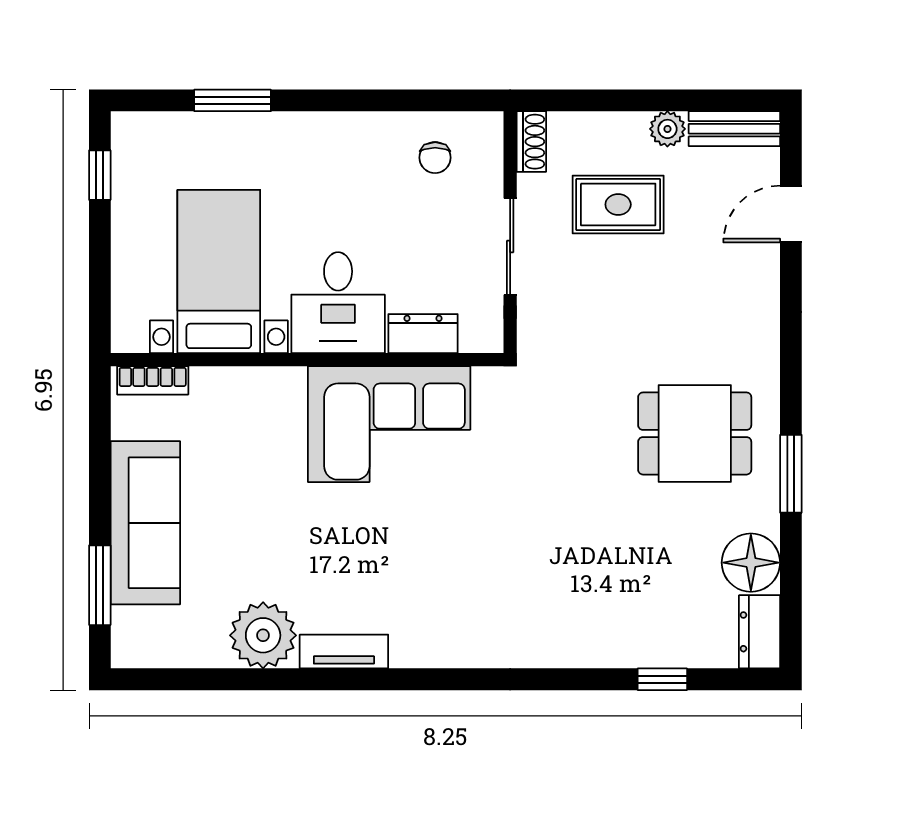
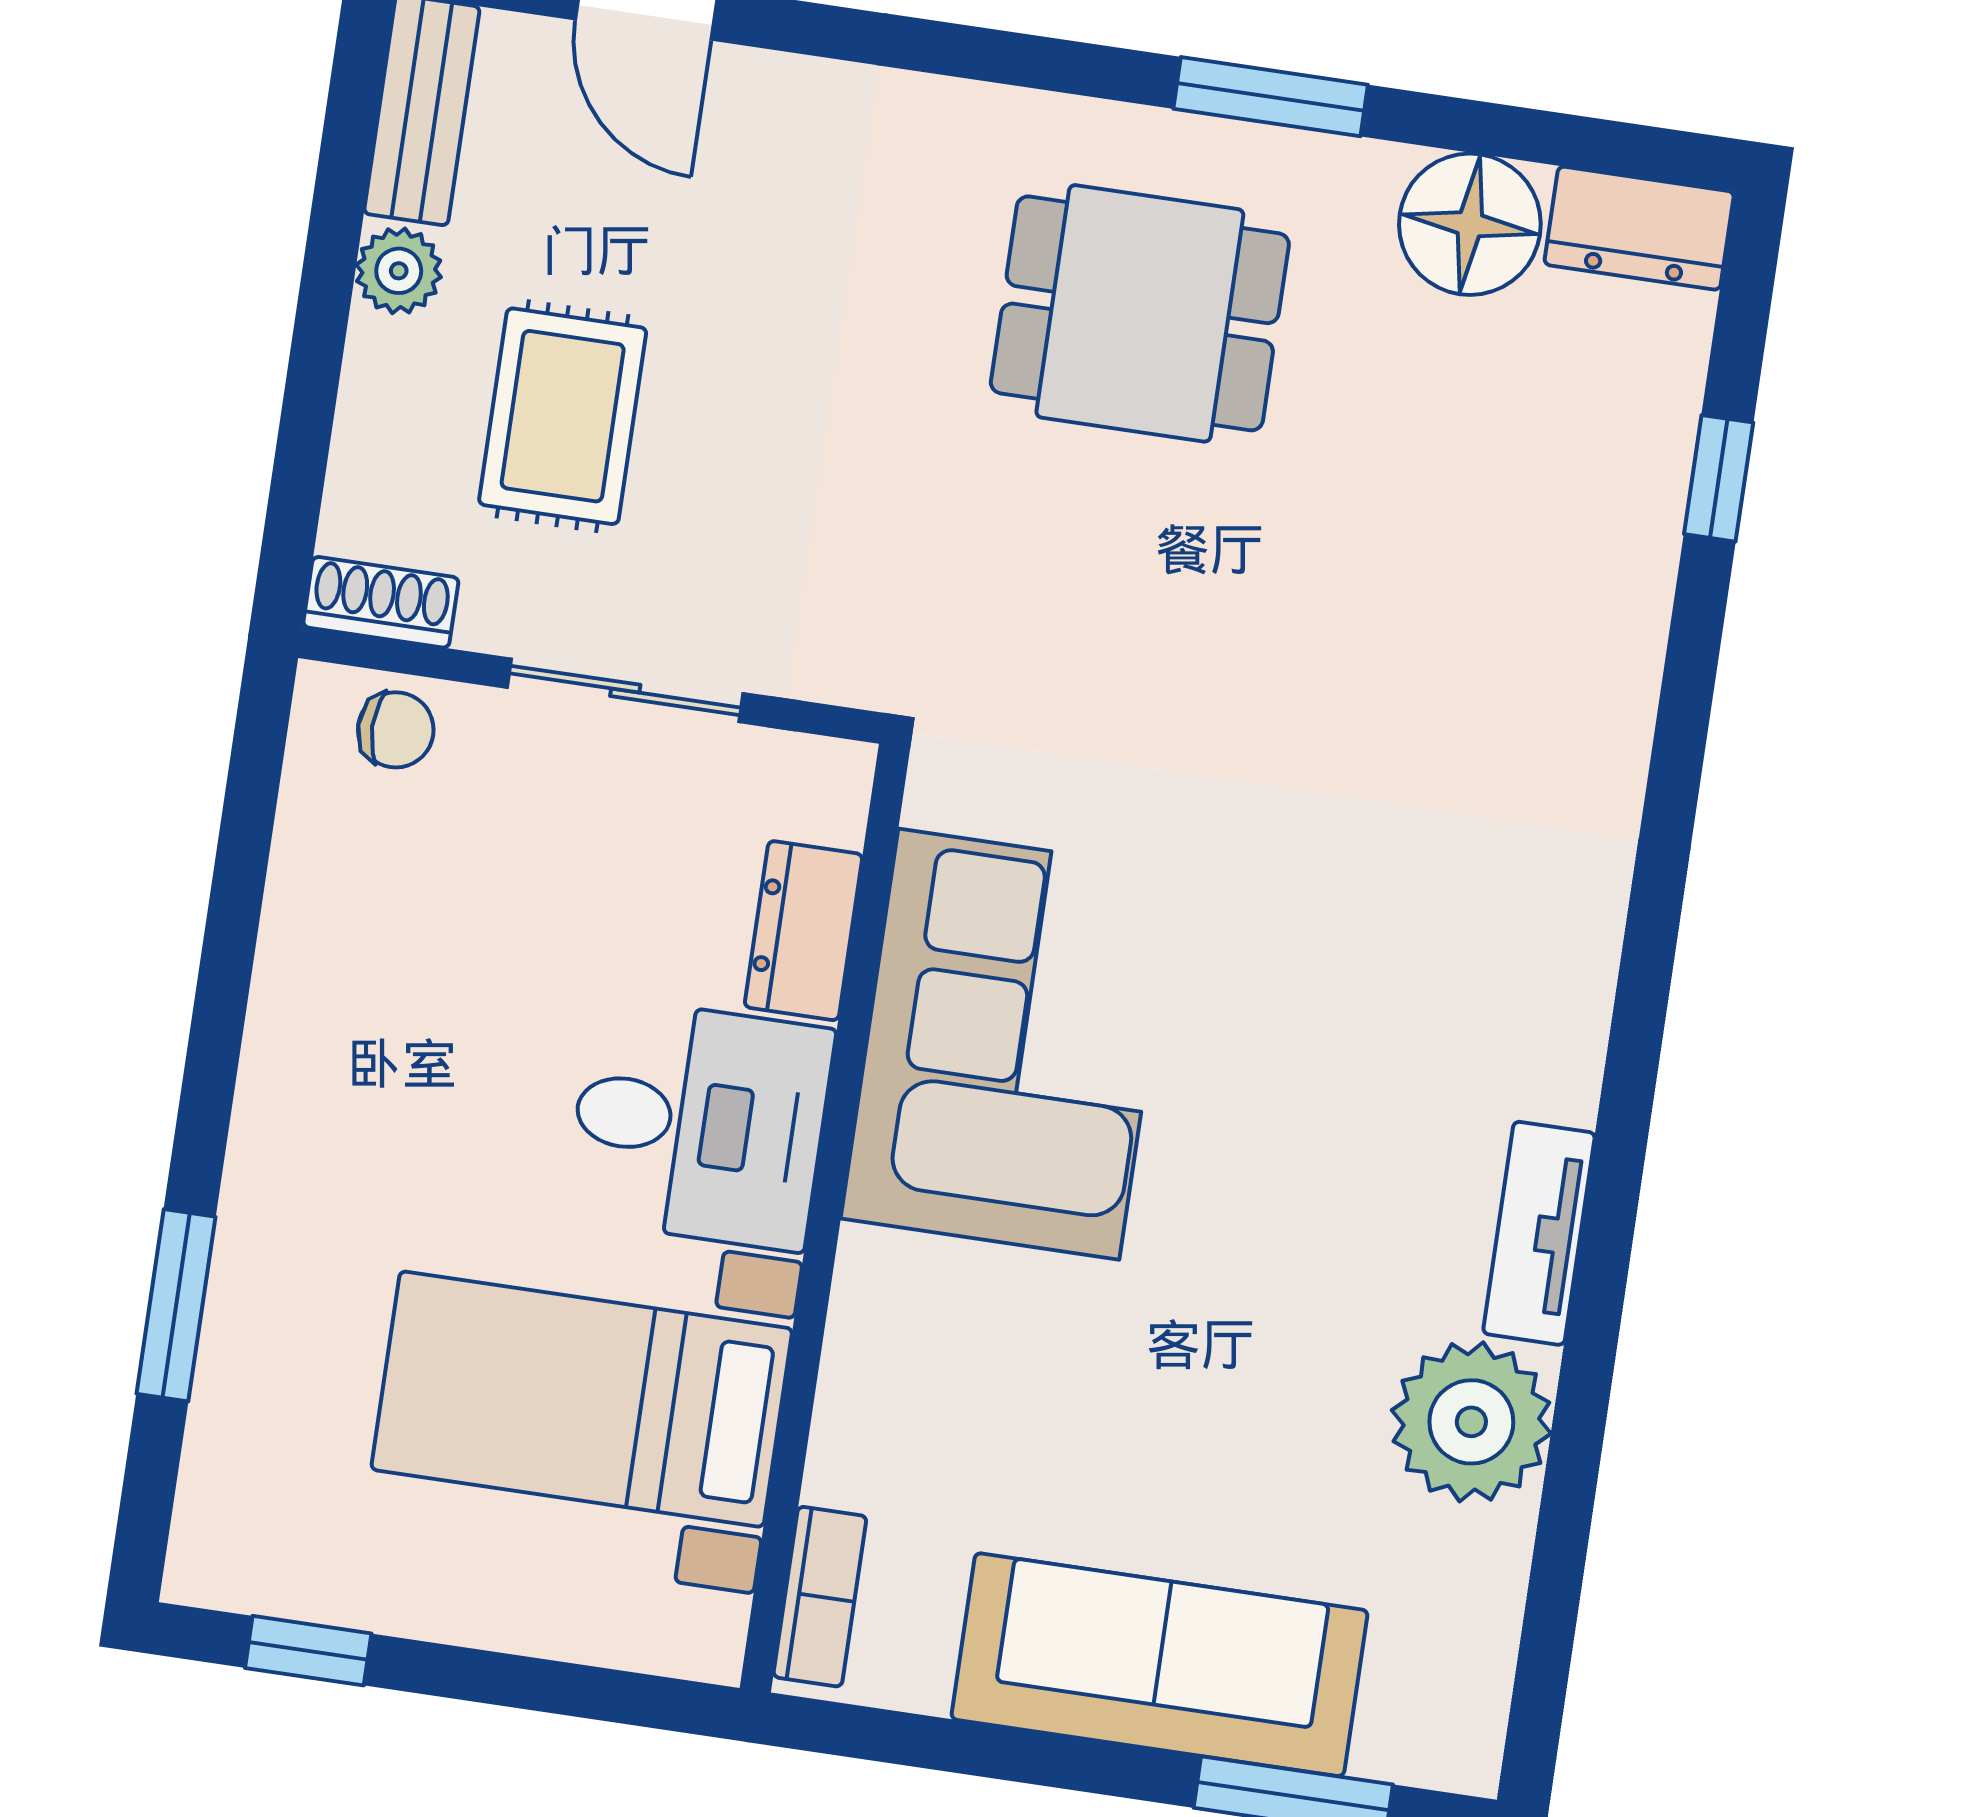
chair: (435, 158) -> (396, 730), moved
dining table: (695, 433) -> (1140, 313), turned 90

